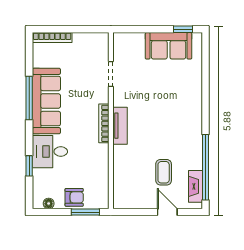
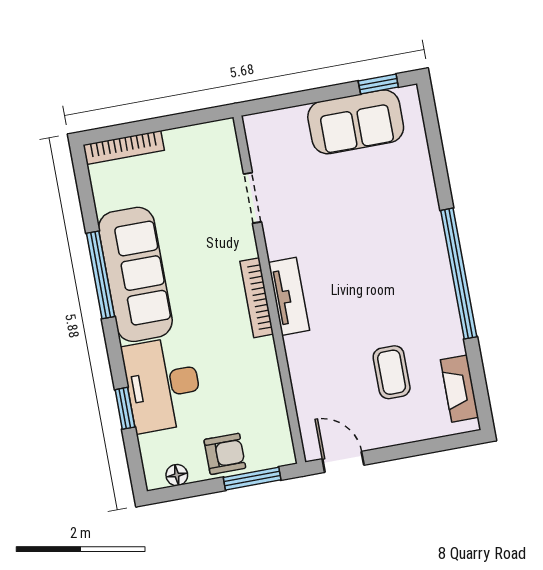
desk: (50, 152) -> (163, 384), width x1.37
window: (205, 167) -> (459, 274), moved
door: (167, 212) -> (343, 462), moved

